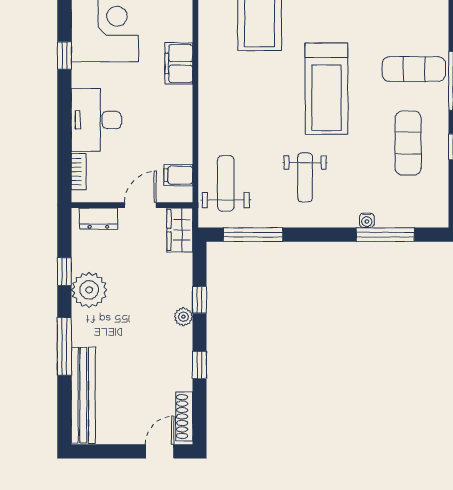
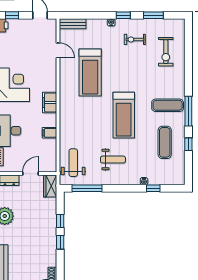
filing cabinet: (178, 175) -> (49, 133), moved
weight bench: (305, 177) -> (113, 160), turned -90
window: (385, 235) -> (153, 188), width x0.46
plant: (183, 317) -> (52, 229), removed
window: (200, 365) -> (60, 242), moved

